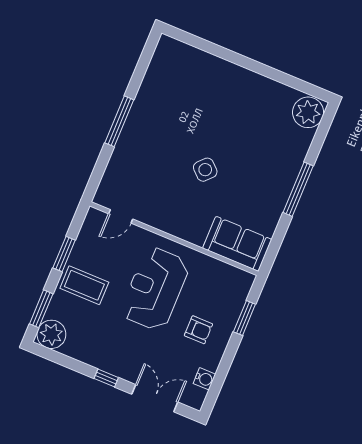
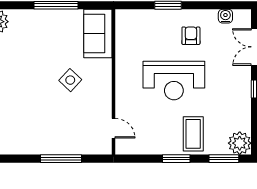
door: (121, 216) -> (114, 128), moved
wall: (174, 239) -> (114, 82), moved
sofa: (237, 244) -> (98, 34), moved

